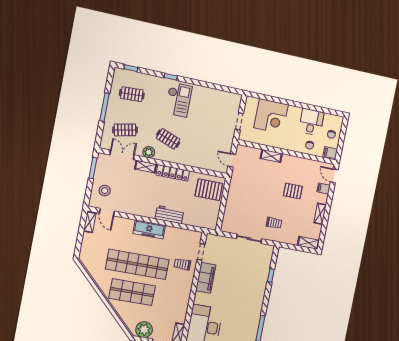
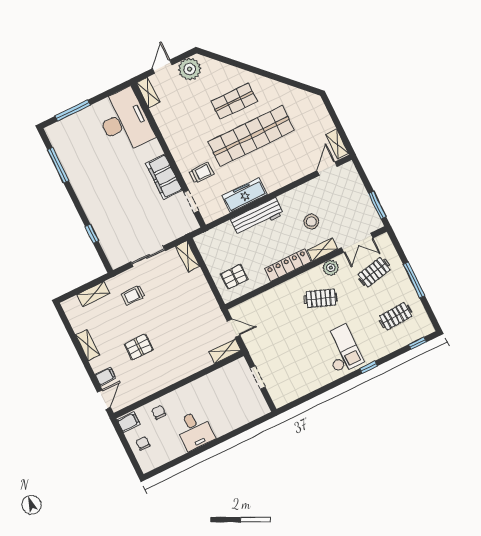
checkout: (178, 100) -> (342, 349), turned 180
corner desk: (271, 116) -> (227, 410), removed
desk: (311, 122) -> (195, 430), moved
shelving: (271, 156) -> (225, 351), moved
door: (334, 176) -> (104, 400), hinge flipped
pallet: (209, 190) -> (234, 277), width x0.67, depth x0.71
stool: (105, 191) -> (311, 222), moved
door: (107, 212) -> (327, 169), hinge flipped
workbench: (169, 215) -> (257, 217), width x1.37
shelving: (227, 222) -> (188, 256), added
freezer: (149, 229) -> (244, 195), moved
shelving: (308, 243) -> (93, 294), moved
shop shelf: (132, 292) -> (234, 101), width x0.70, depth x0.74

